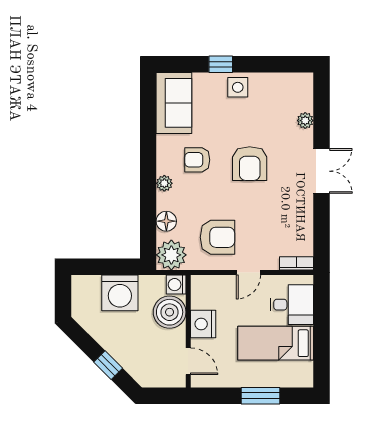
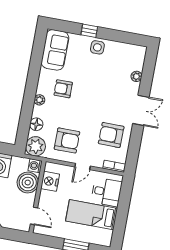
armchair: (250, 164) -> (111, 135), moved, turned 91
nightstand: (203, 324) -> (50, 181), moved

